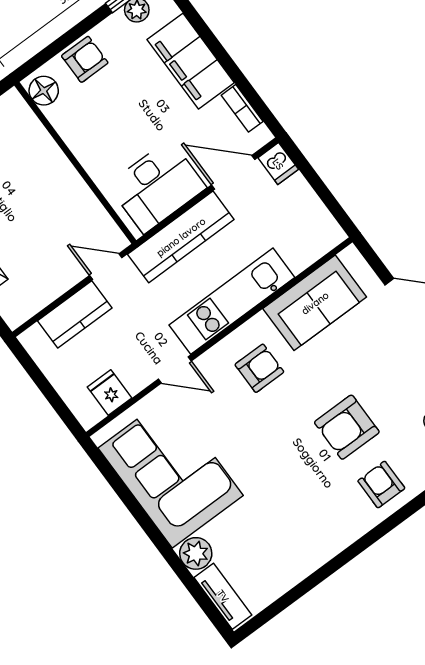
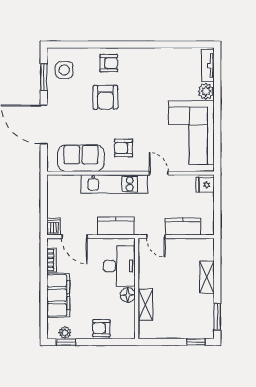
floor lamp: (44, 91) -> (128, 295), moved
shelving: (43, 148) -> (145, 305), added
desk: (157, 186) -> (119, 266), moved, turned 90
kitchen counter: (181, 237) -> (116, 226), width x0.67
fridge: (110, 392) -> (205, 185), moved, turned 90
armchair: (347, 427) -> (105, 97), turned 90
armchair: (381, 485) -> (109, 63), turned -90

